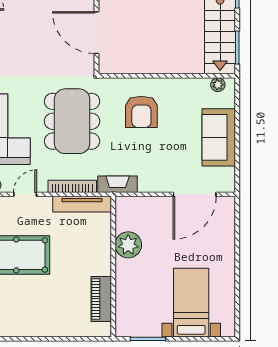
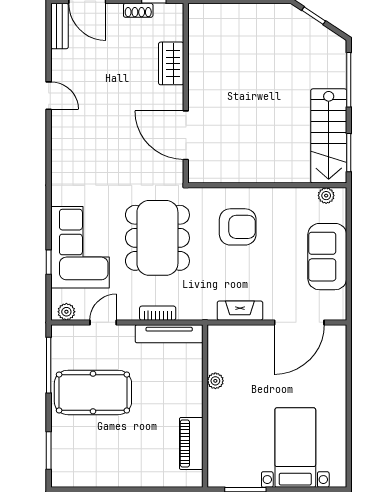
armchair: (141, 112) -> (238, 227), turned -90
fireplace: (118, 184) -> (240, 311), moved
bookcase: (72, 186) -> (158, 313), width x0.64
plant: (128, 245) -> (215, 381), width x0.53, depth x0.53

